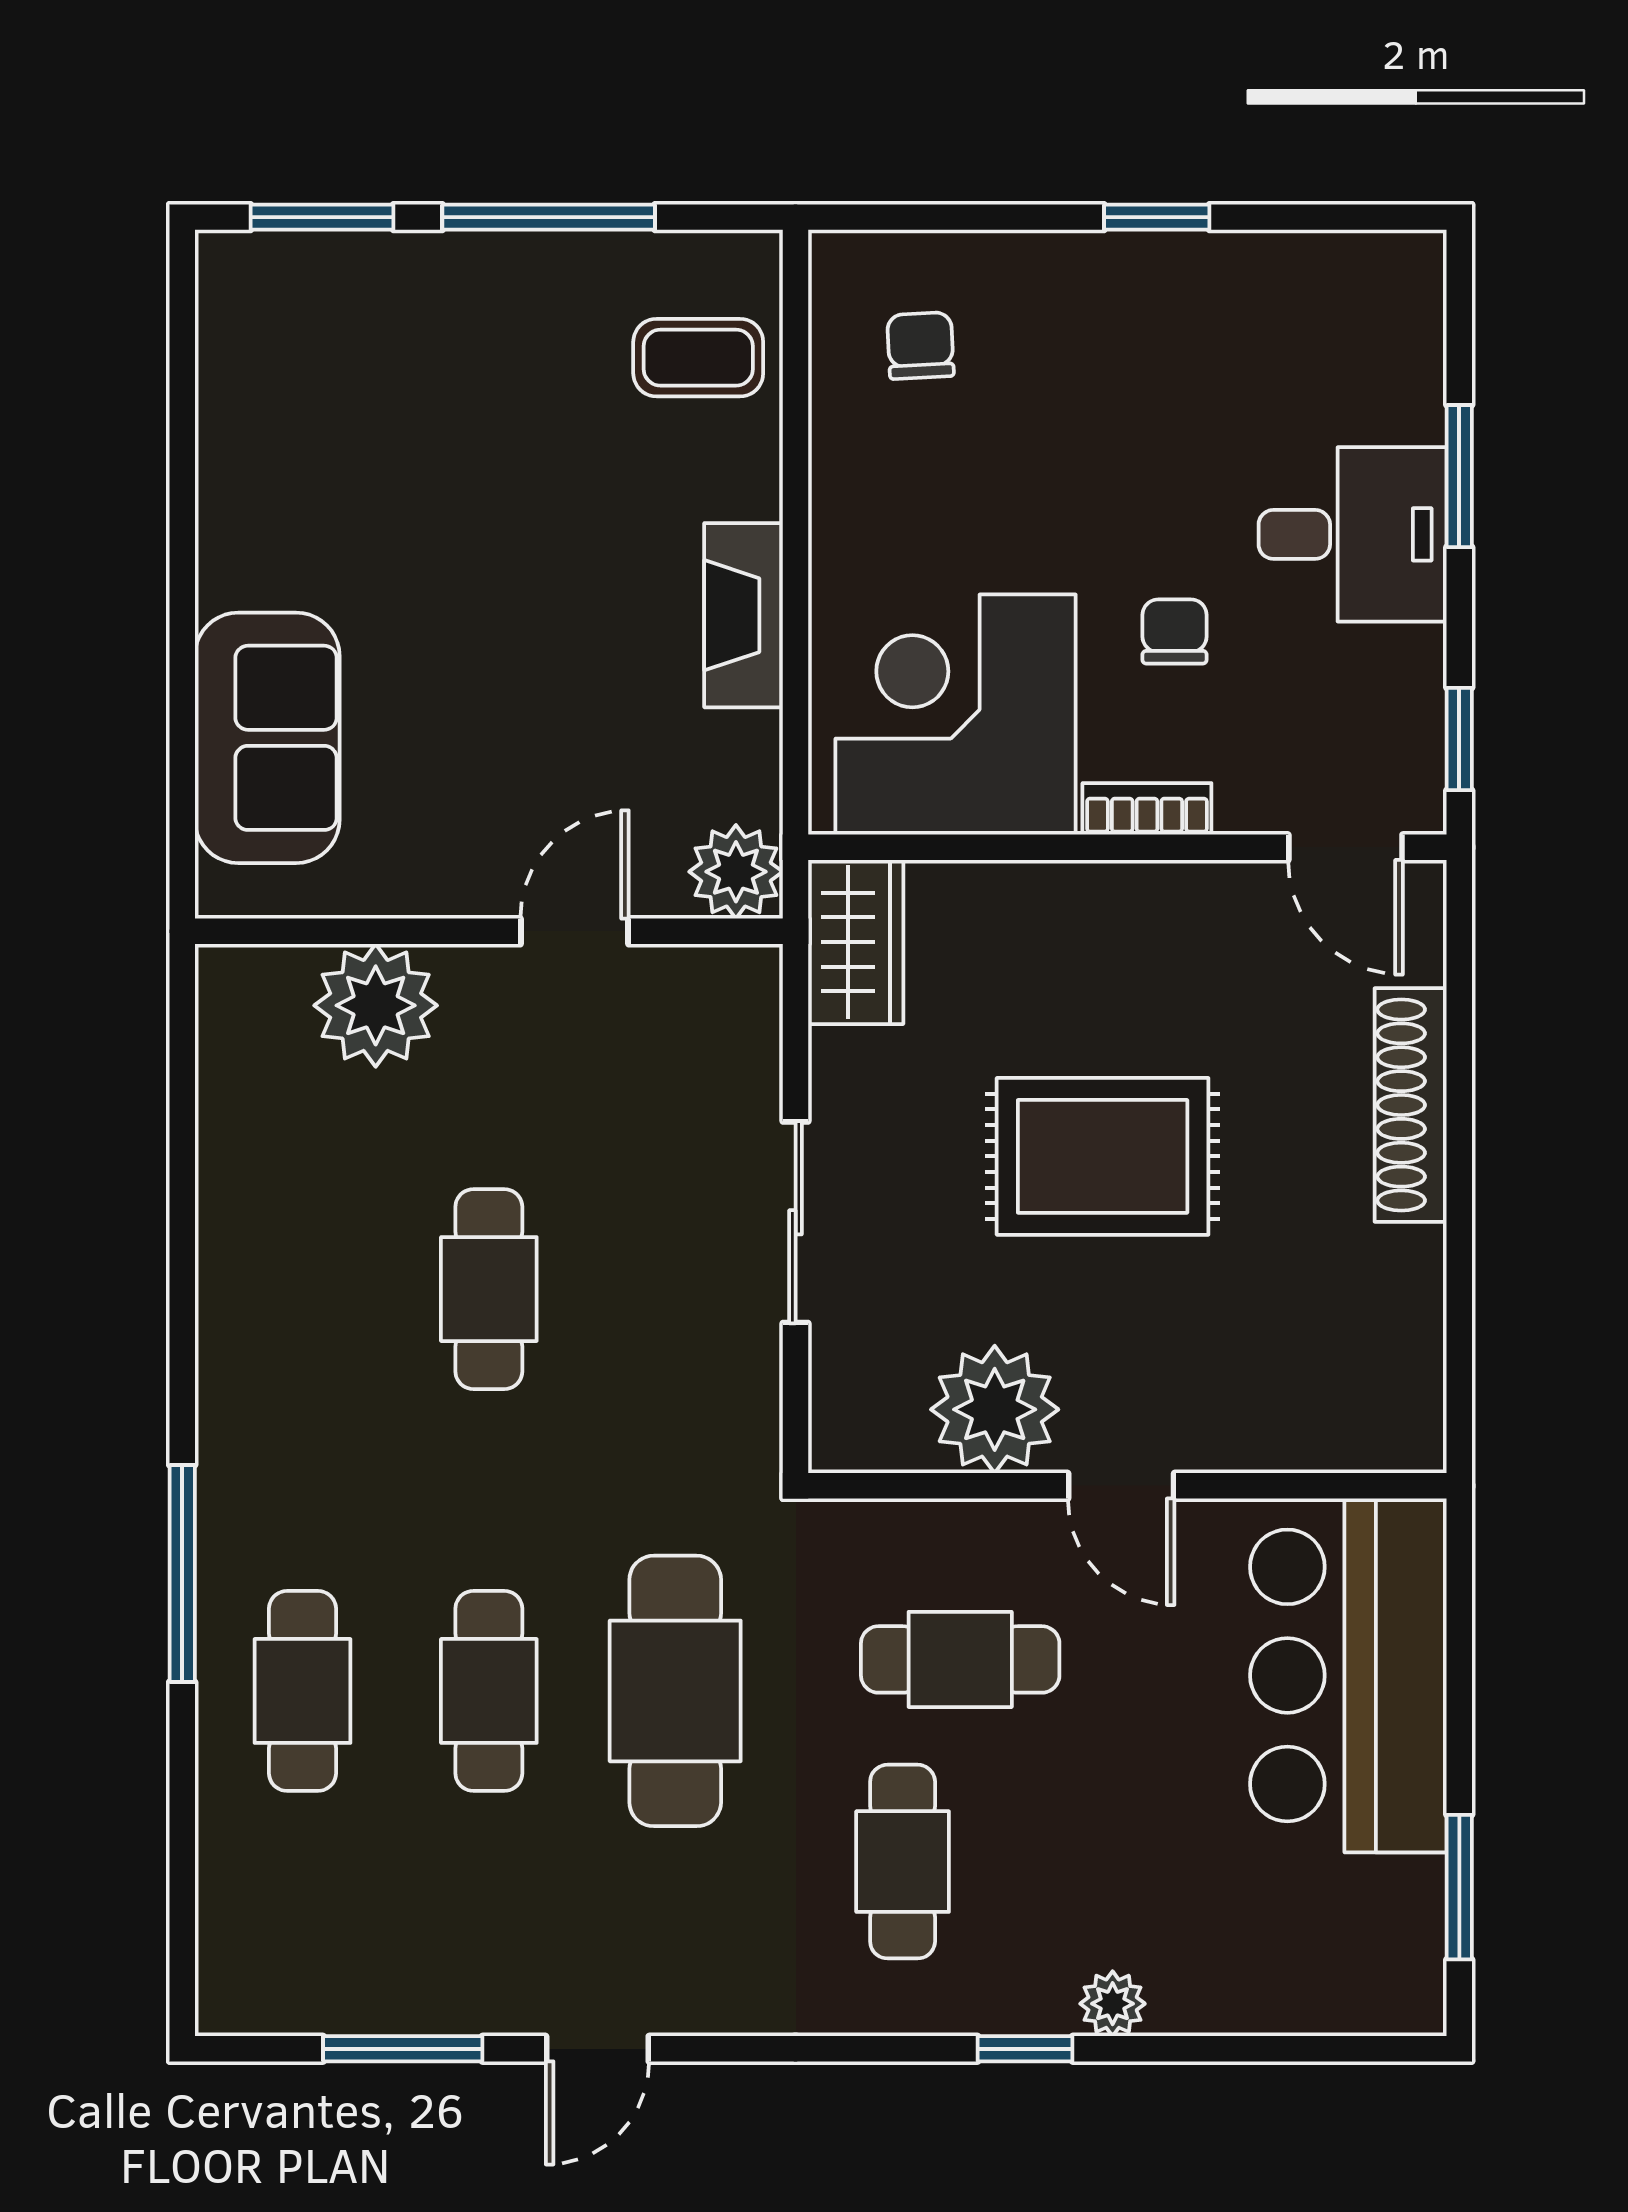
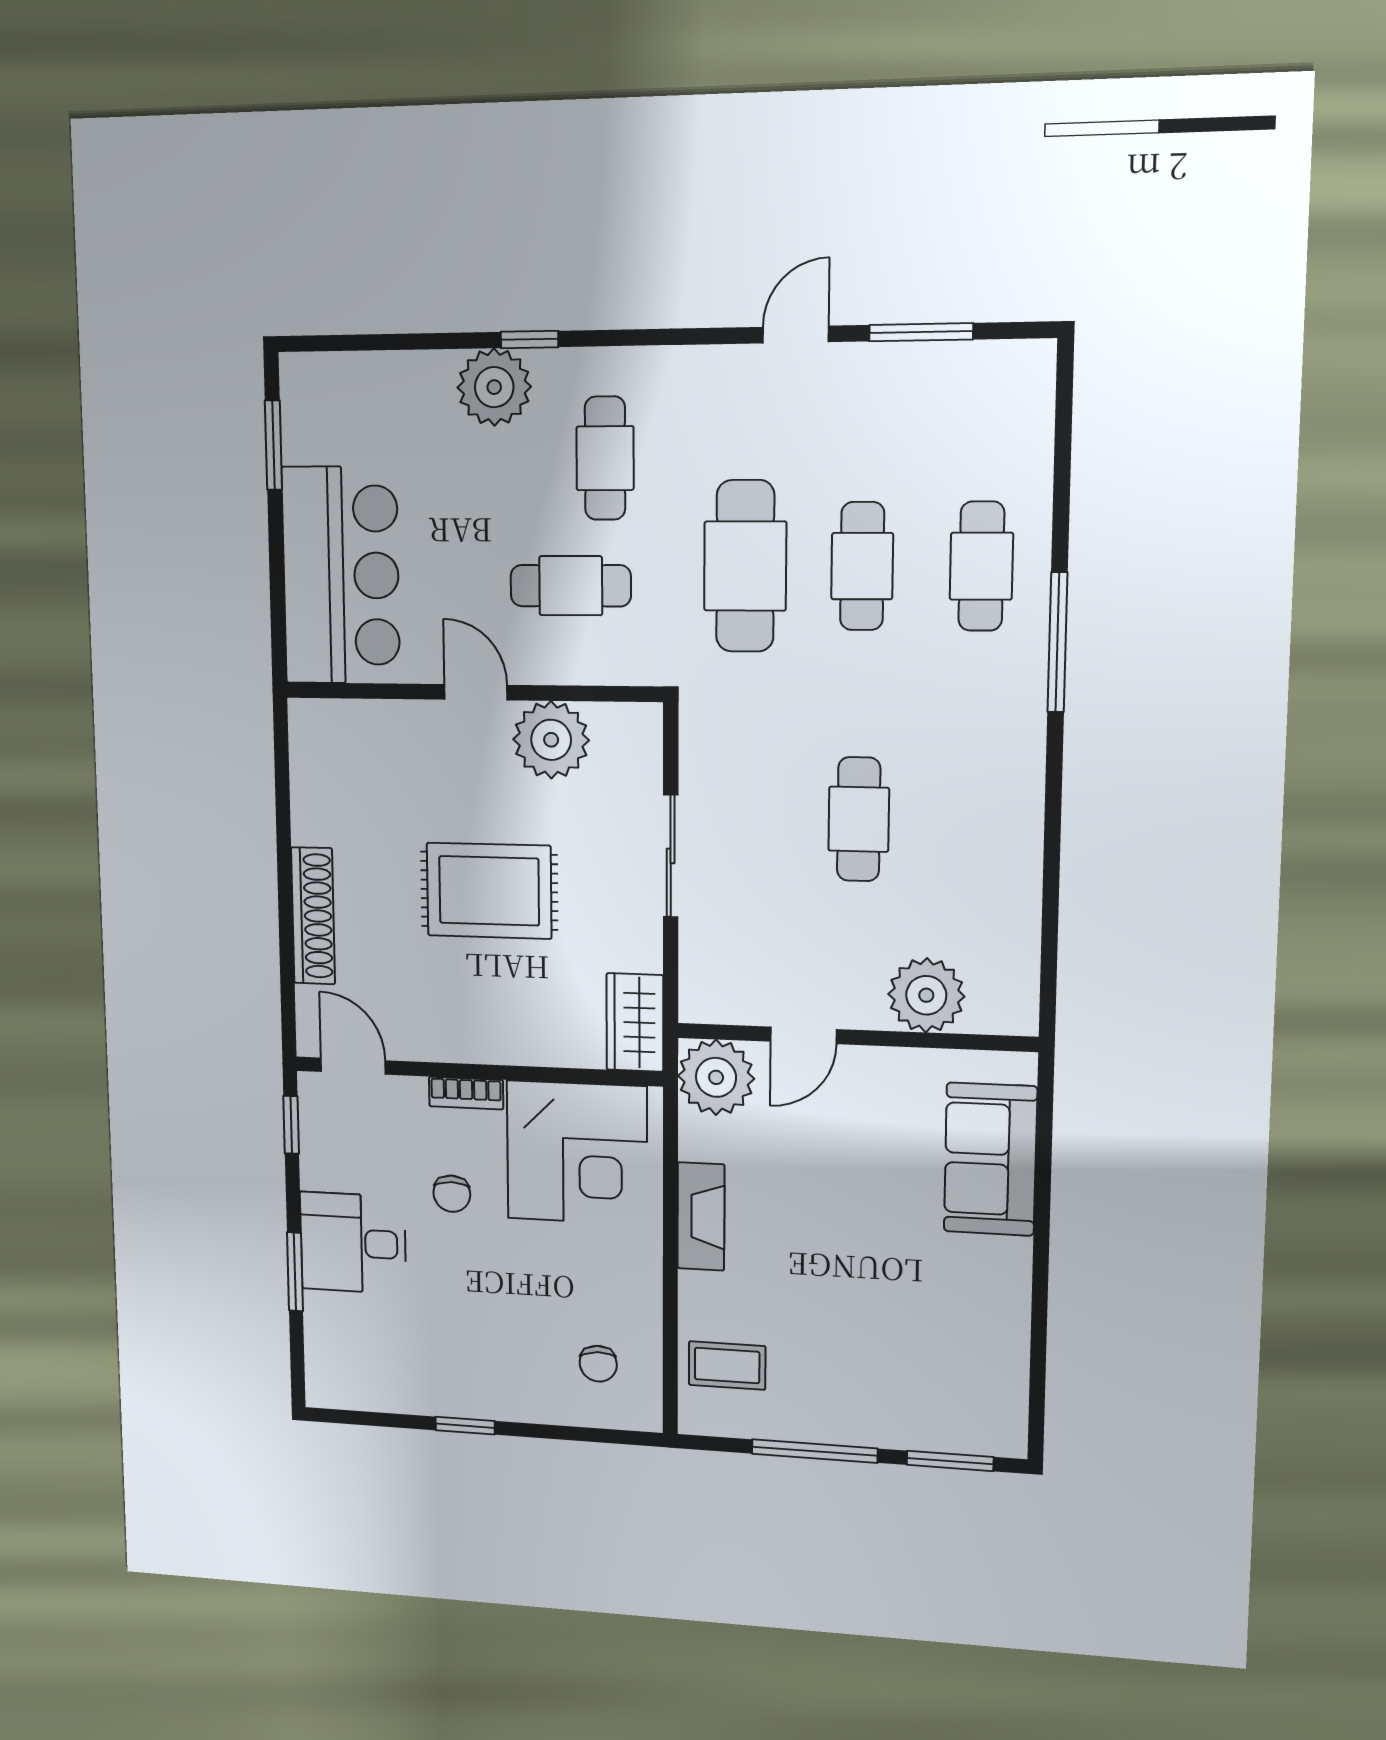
plant: (736, 872) -> (716, 1077), width x1.36, depth x1.36
plant: (1113, 2004) -> (494, 387), width x1.88, depth x1.88

